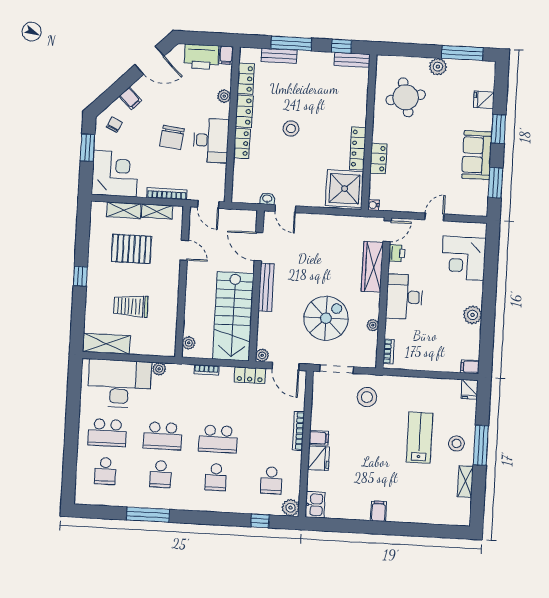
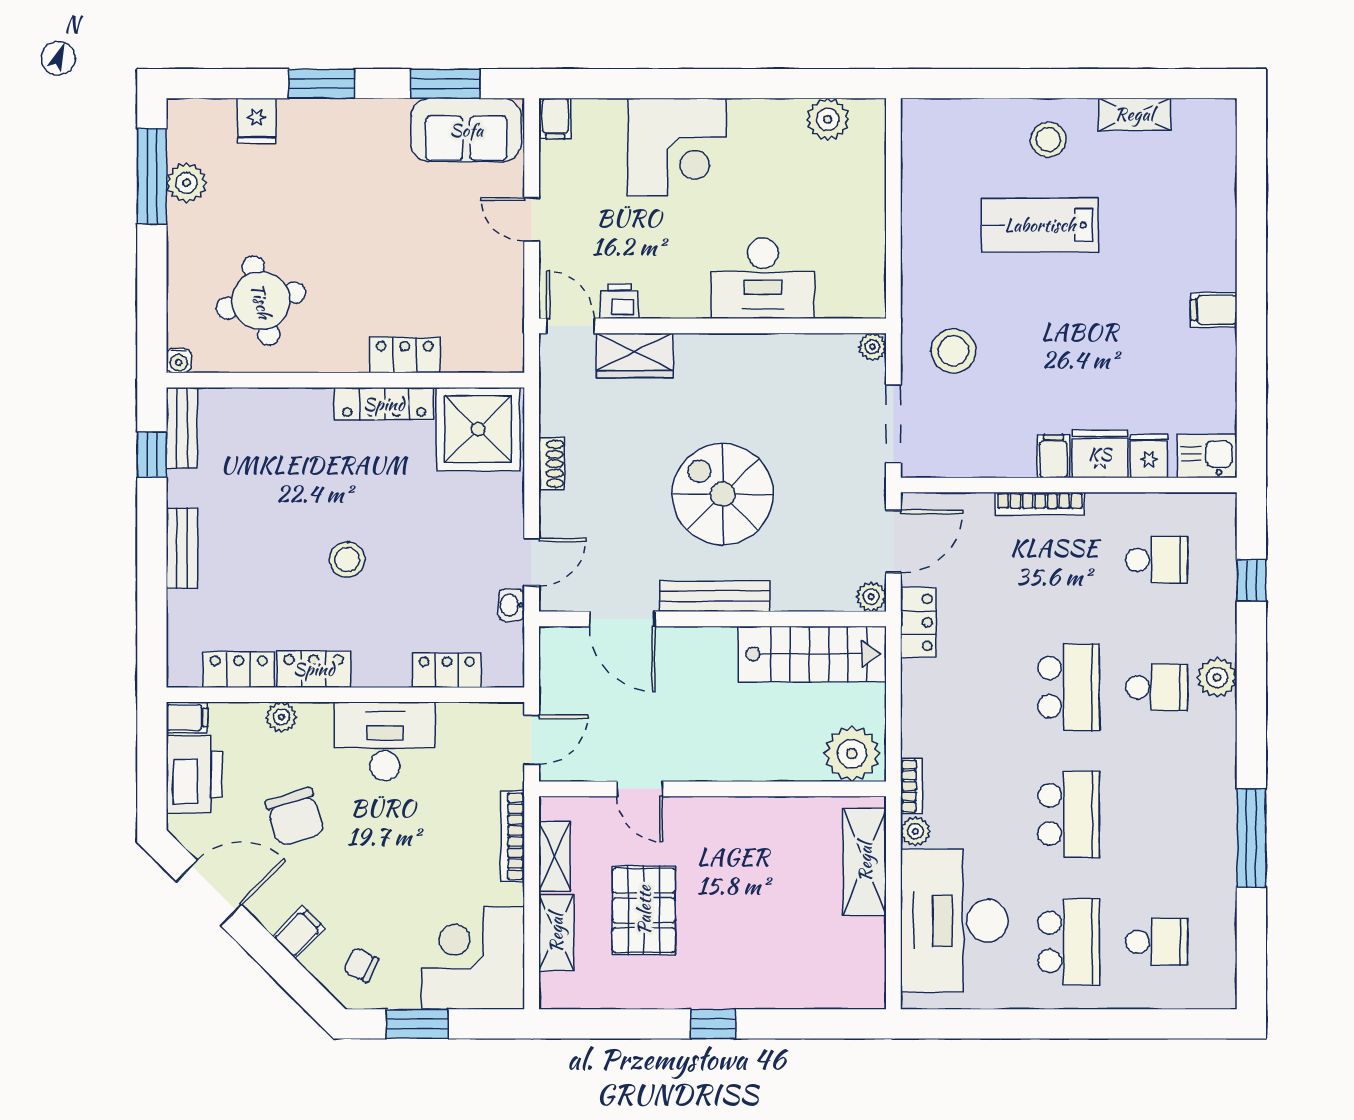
window: (291, 43) -> (152, 570), removed
bench: (279, 56) -> (182, 548), moved
door: (149, 60) -> (209, 893), hinge flipped
plant: (438, 67) -> (186, 183), moved
chair: (172, 137) -> (295, 817), moved, turned 66
locker: (242, 143) -> (447, 670), moved
sofa: (477, 155) -> (466, 130), moved
water cooler: (373, 205) -> (179, 361), moved
shoe rack: (328, 220) -> (552, 464), added
door: (259, 247) -> (622, 619), hinge flipped
door: (184, 250) -> (640, 789), swing flipped
corner desk: (464, 258) -> (677, 147), moved
wardrobe: (372, 267) -> (635, 355), width x0.67
desk: (404, 297) -> (763, 278), moved
trolley: (131, 306) -> (775, 904), removed
plant: (473, 315) -> (828, 119), moved
stairs: (233, 316) -> (812, 654), width x0.73, depth x0.66
spiral stairs: (326, 318) -> (723, 494), moved
plant: (373, 325) -> (872, 347), moved
plant: (189, 343) -> (852, 754), width x1.87, depth x1.87
shelving: (106, 344) -> (865, 862), moved
bookcase: (389, 351) -> (846, 307), removed
filing cabinet: (470, 367) -> (555, 119), moved
bookcase: (206, 370) -> (912, 786), moved
fridge: (470, 389) -> (1149, 456), moved, turned -90
window: (481, 445) -> (1050, 84), removed
school desk: (161, 474) -> (1157, 814), removed
plant: (291, 508) -> (1217, 677), moved

